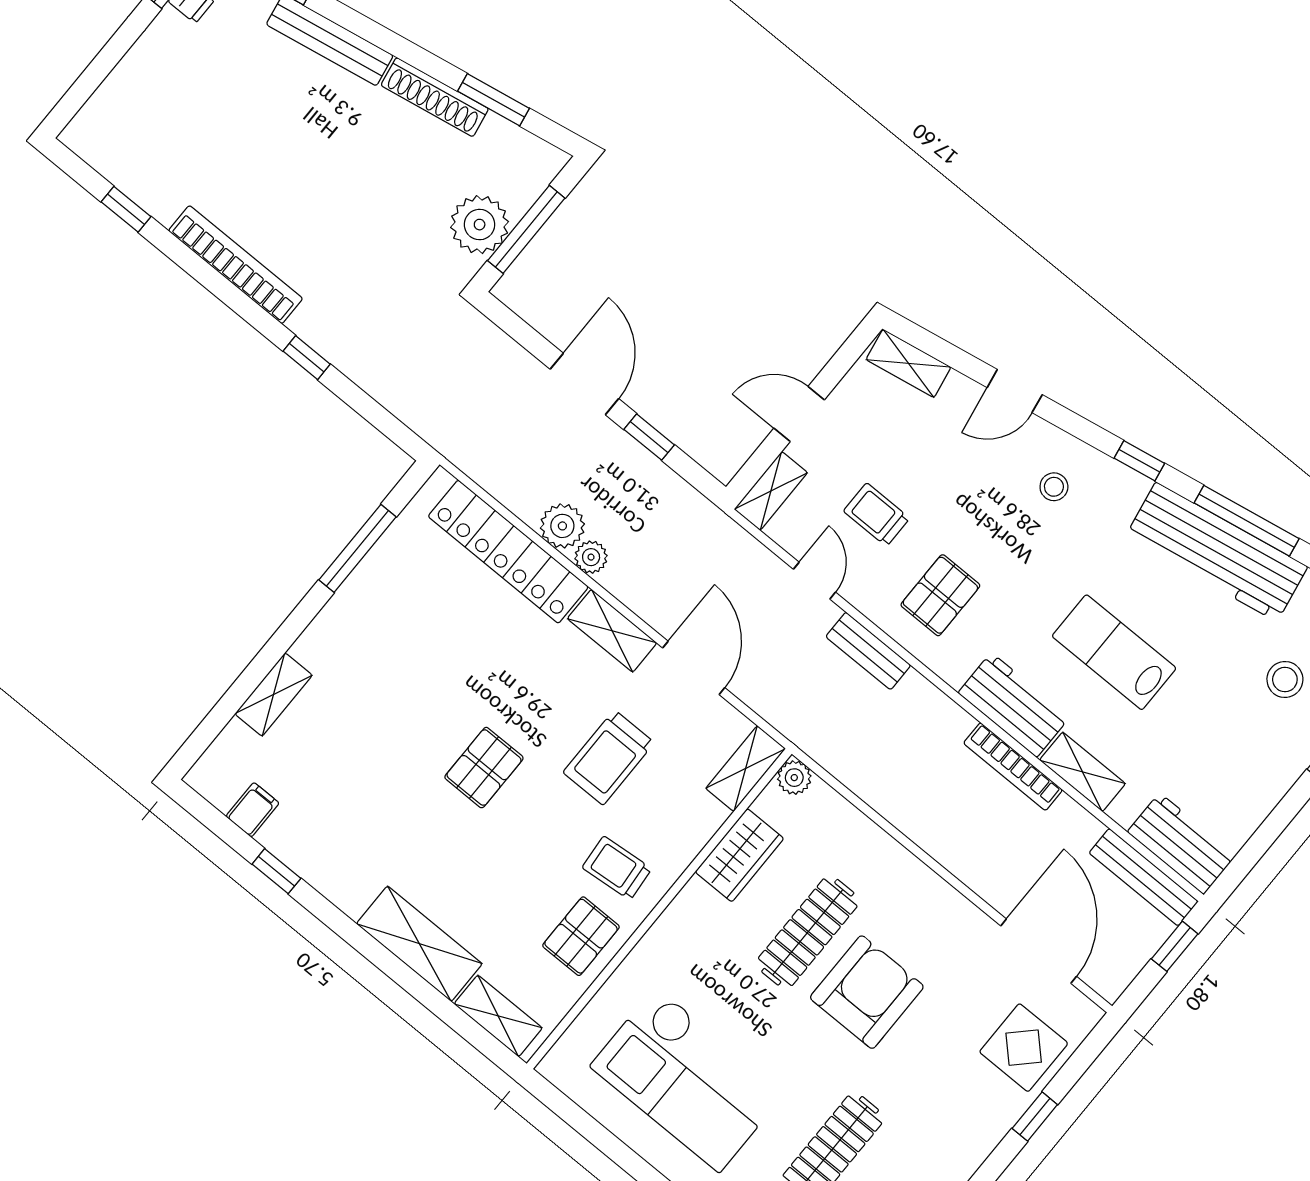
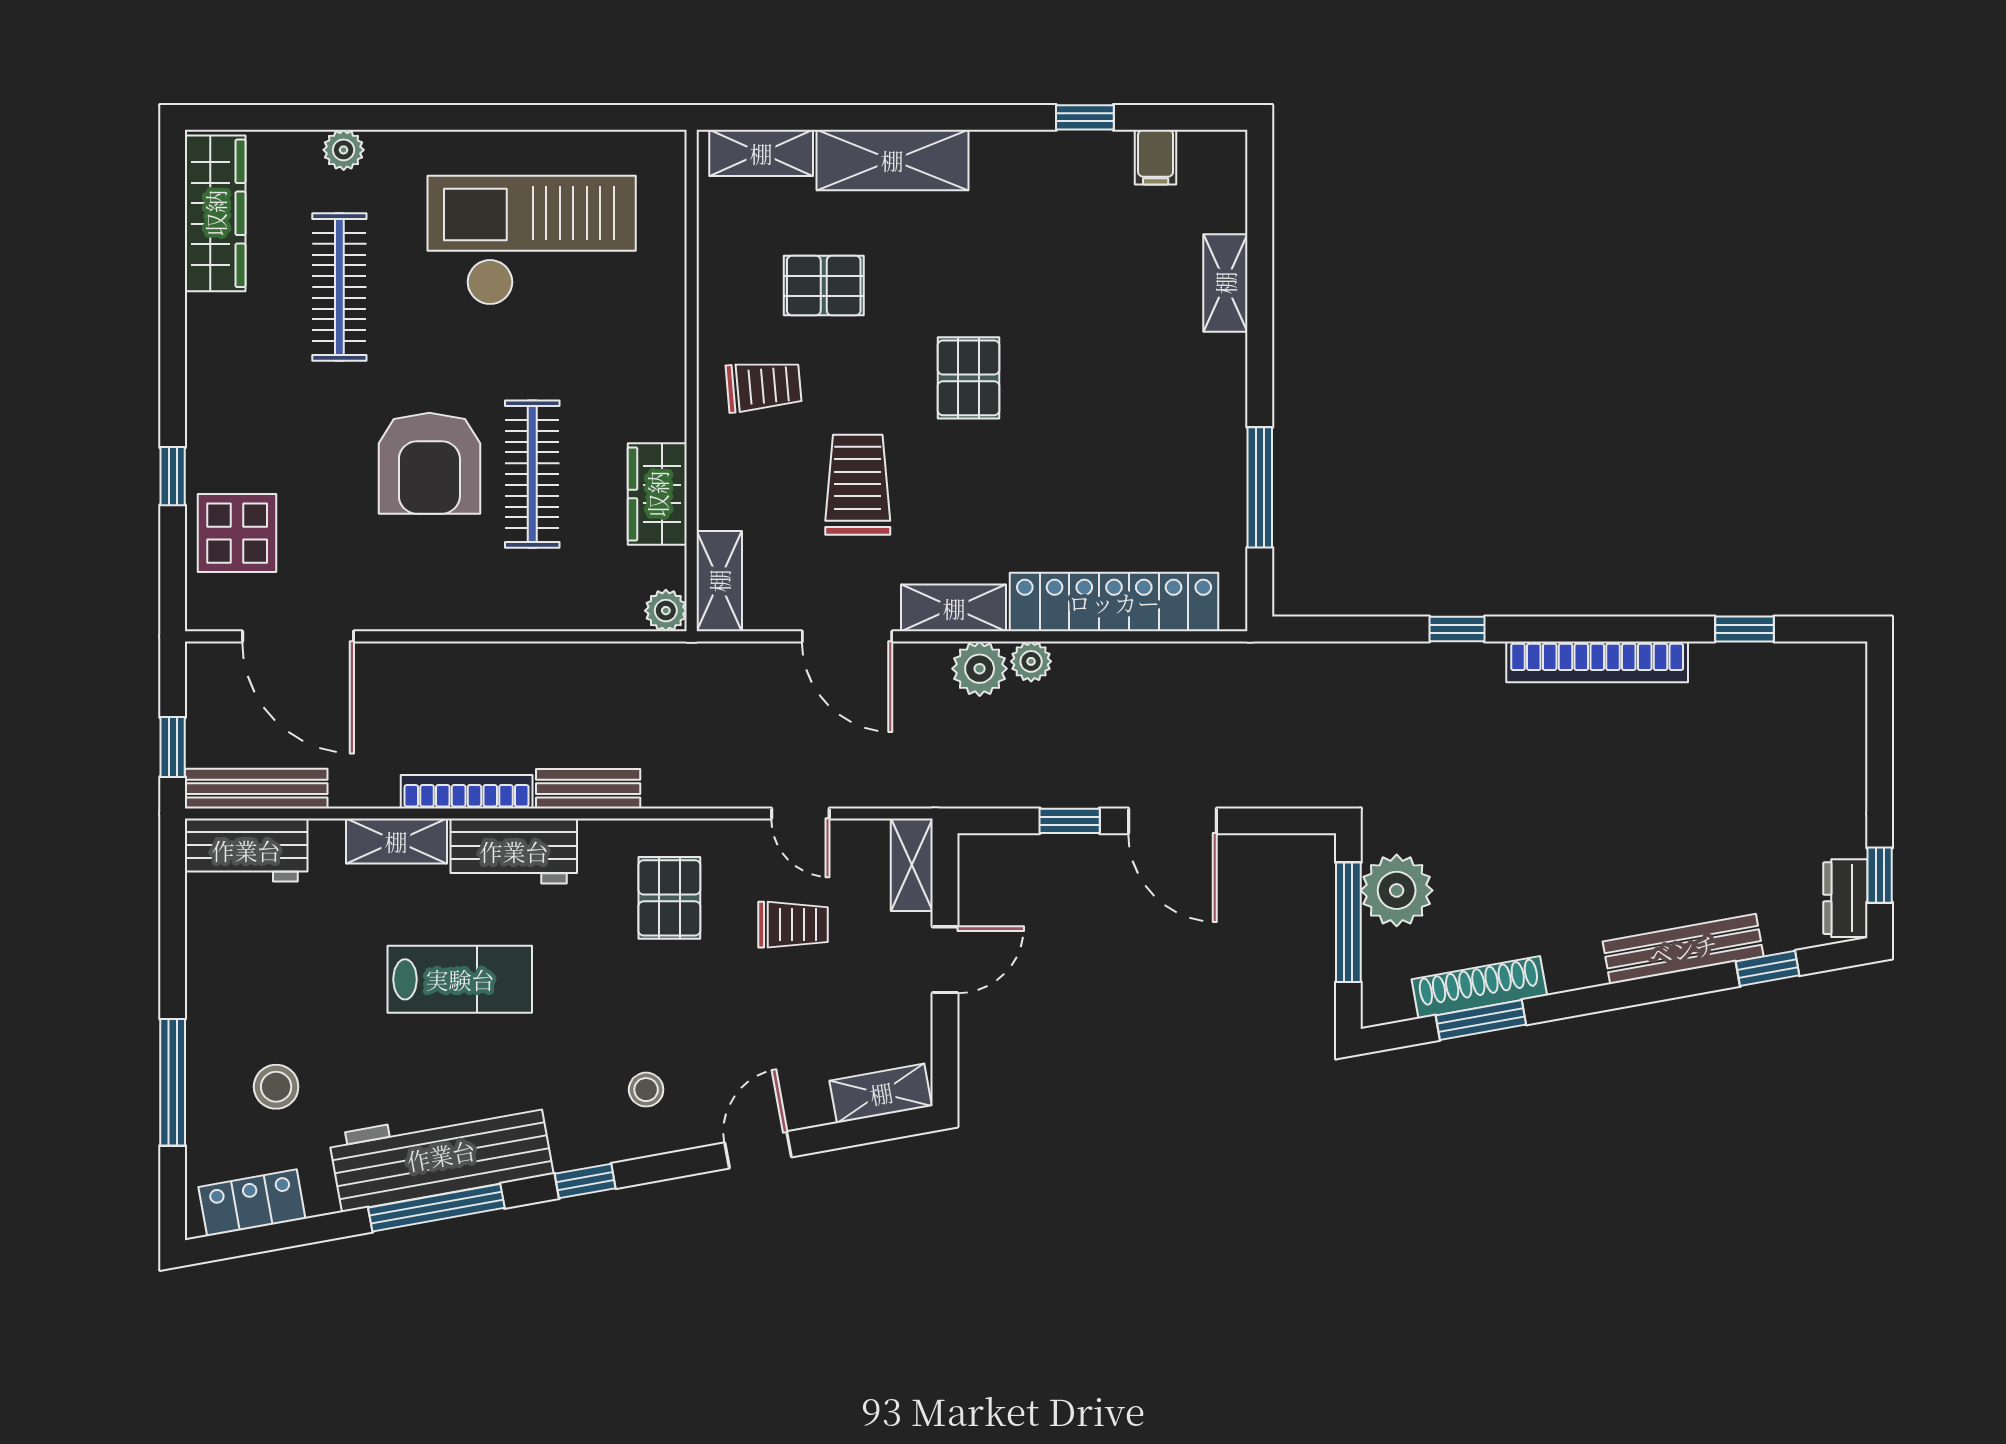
shoe rack: (435, 97) -> (1479, 987), moved
plant: (562, 526) -> (980, 669), moved
bench: (868, 651) -> (588, 789), moved
pallet: (581, 936) -> (824, 286), moved, turned 90

